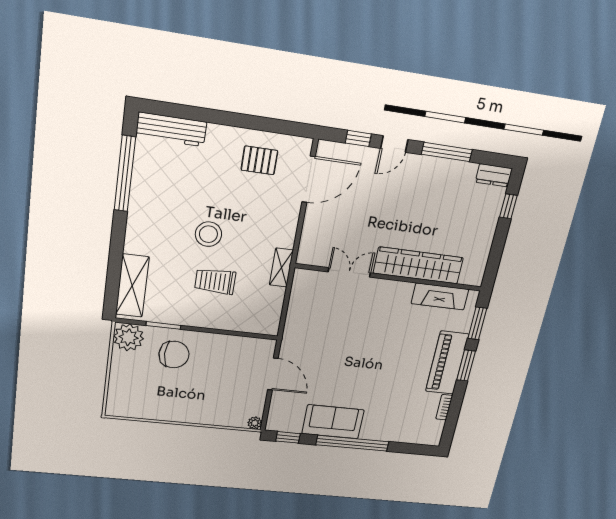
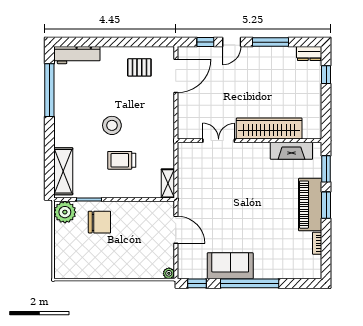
shelving: (281, 268) -> (168, 183), moved

